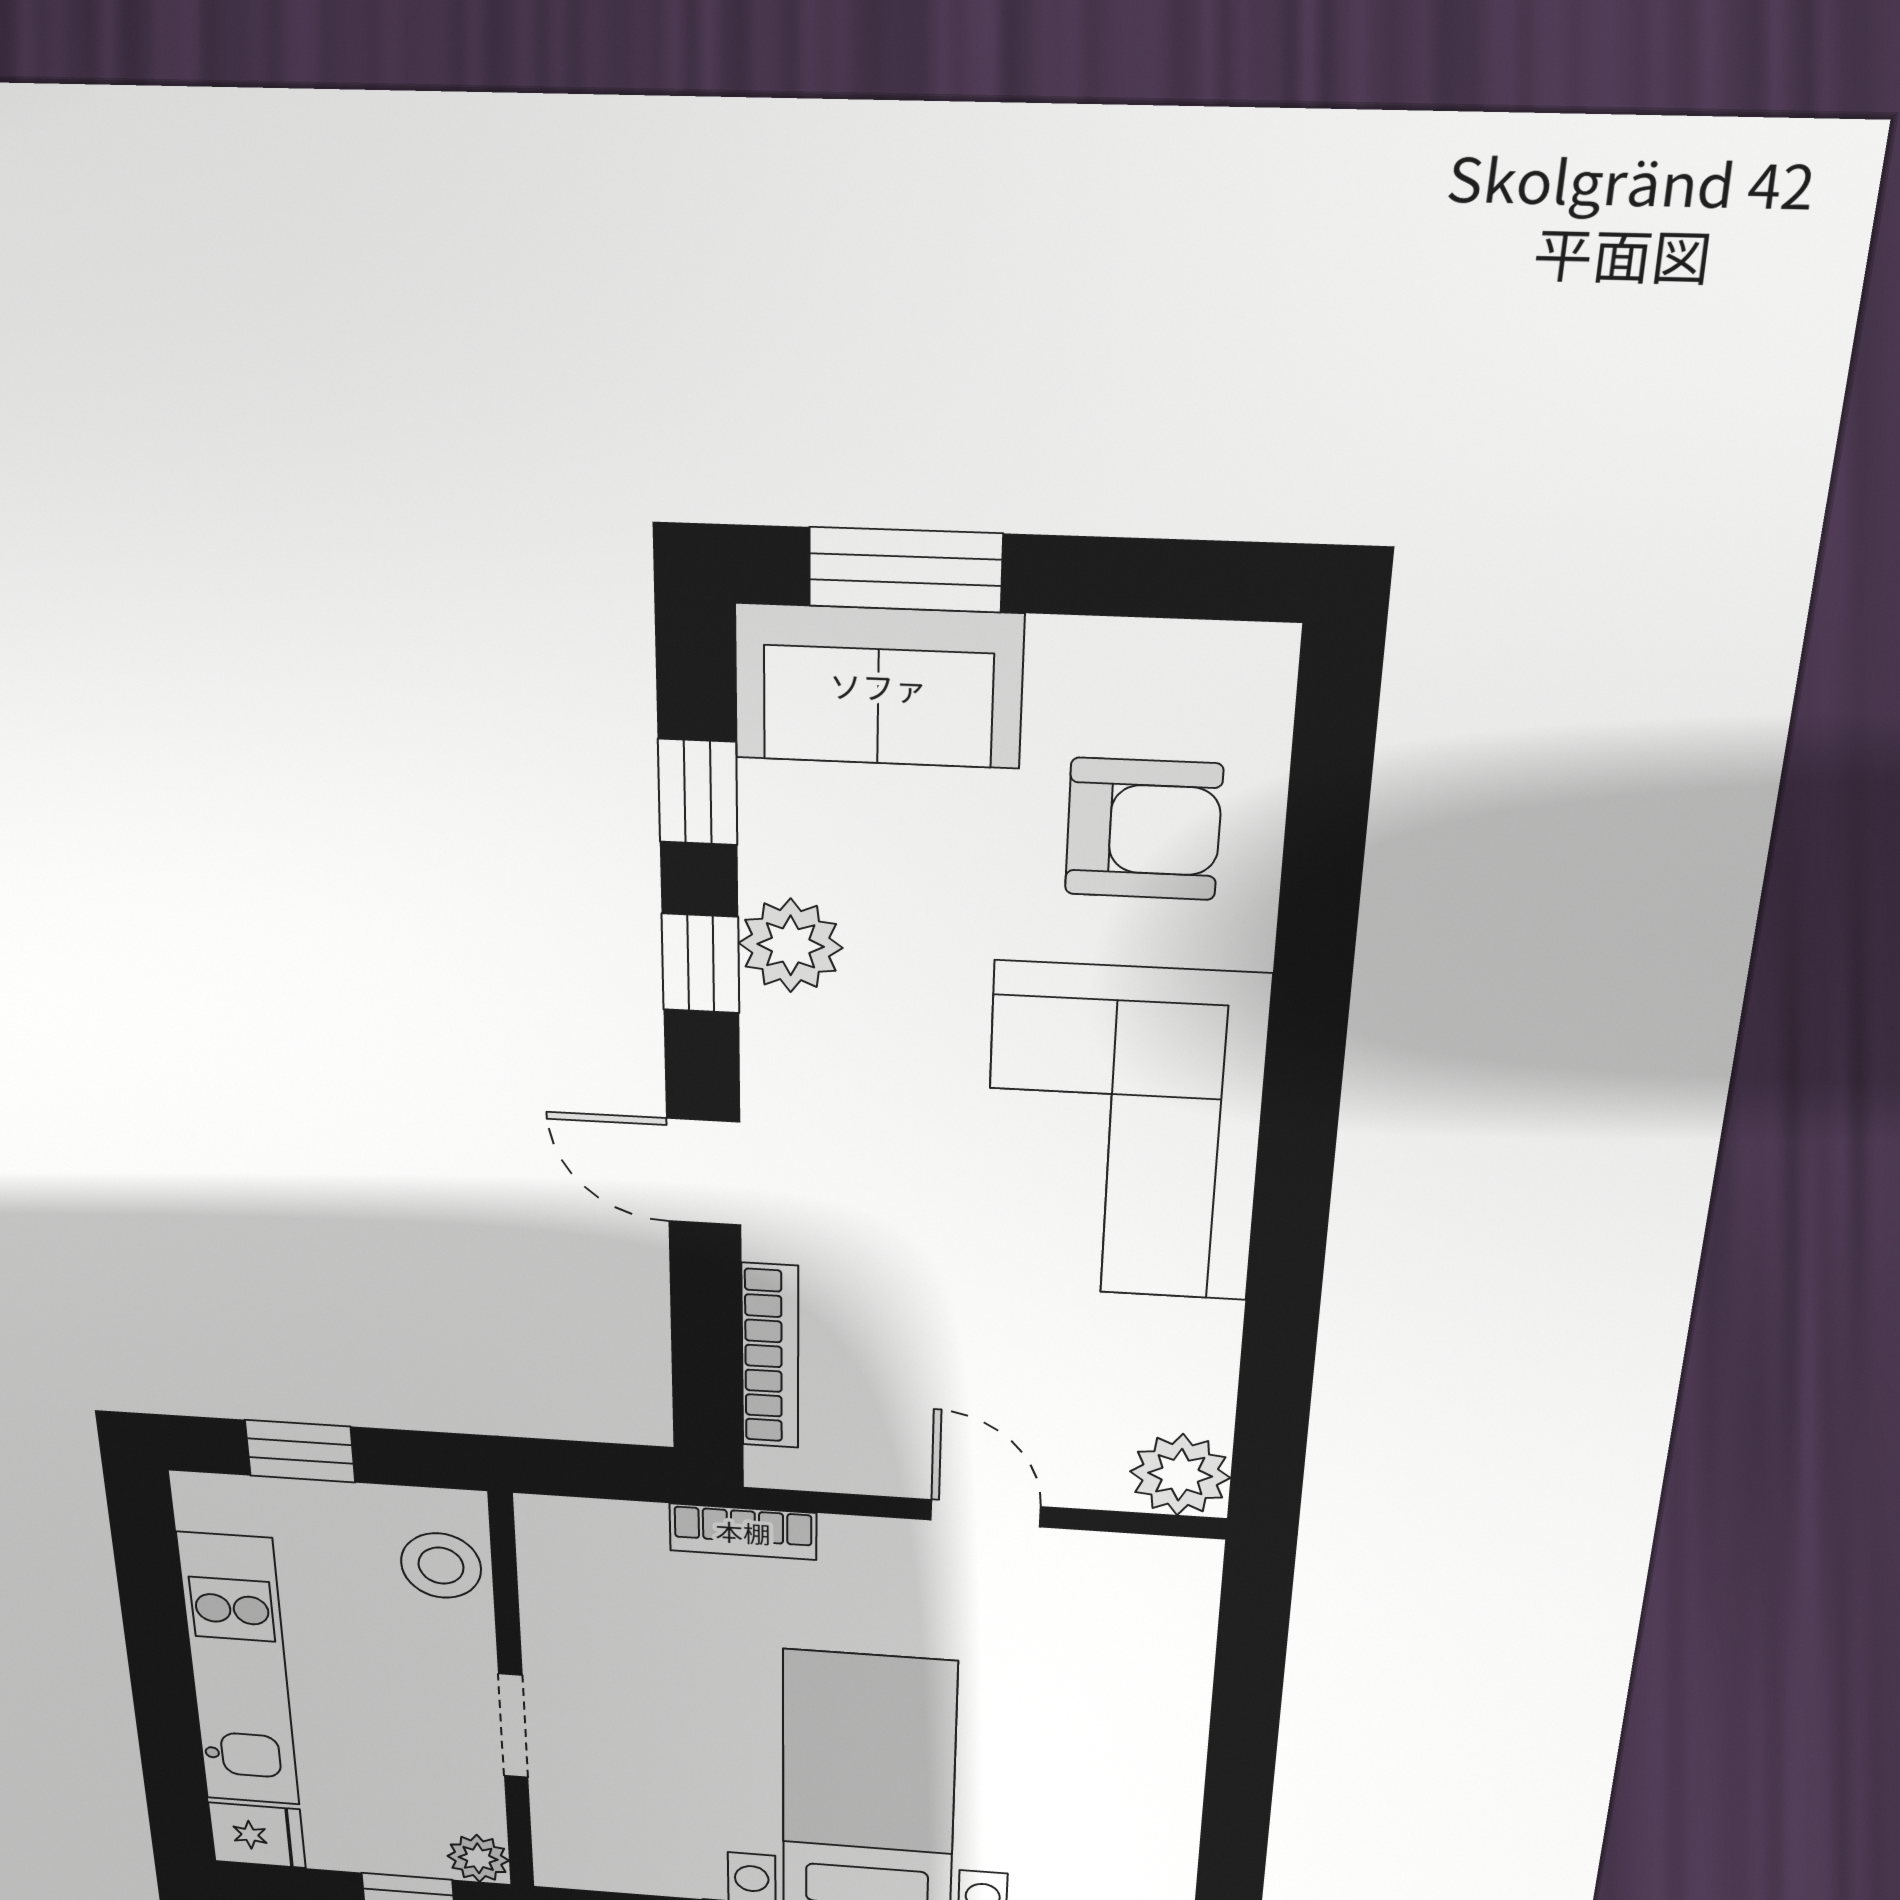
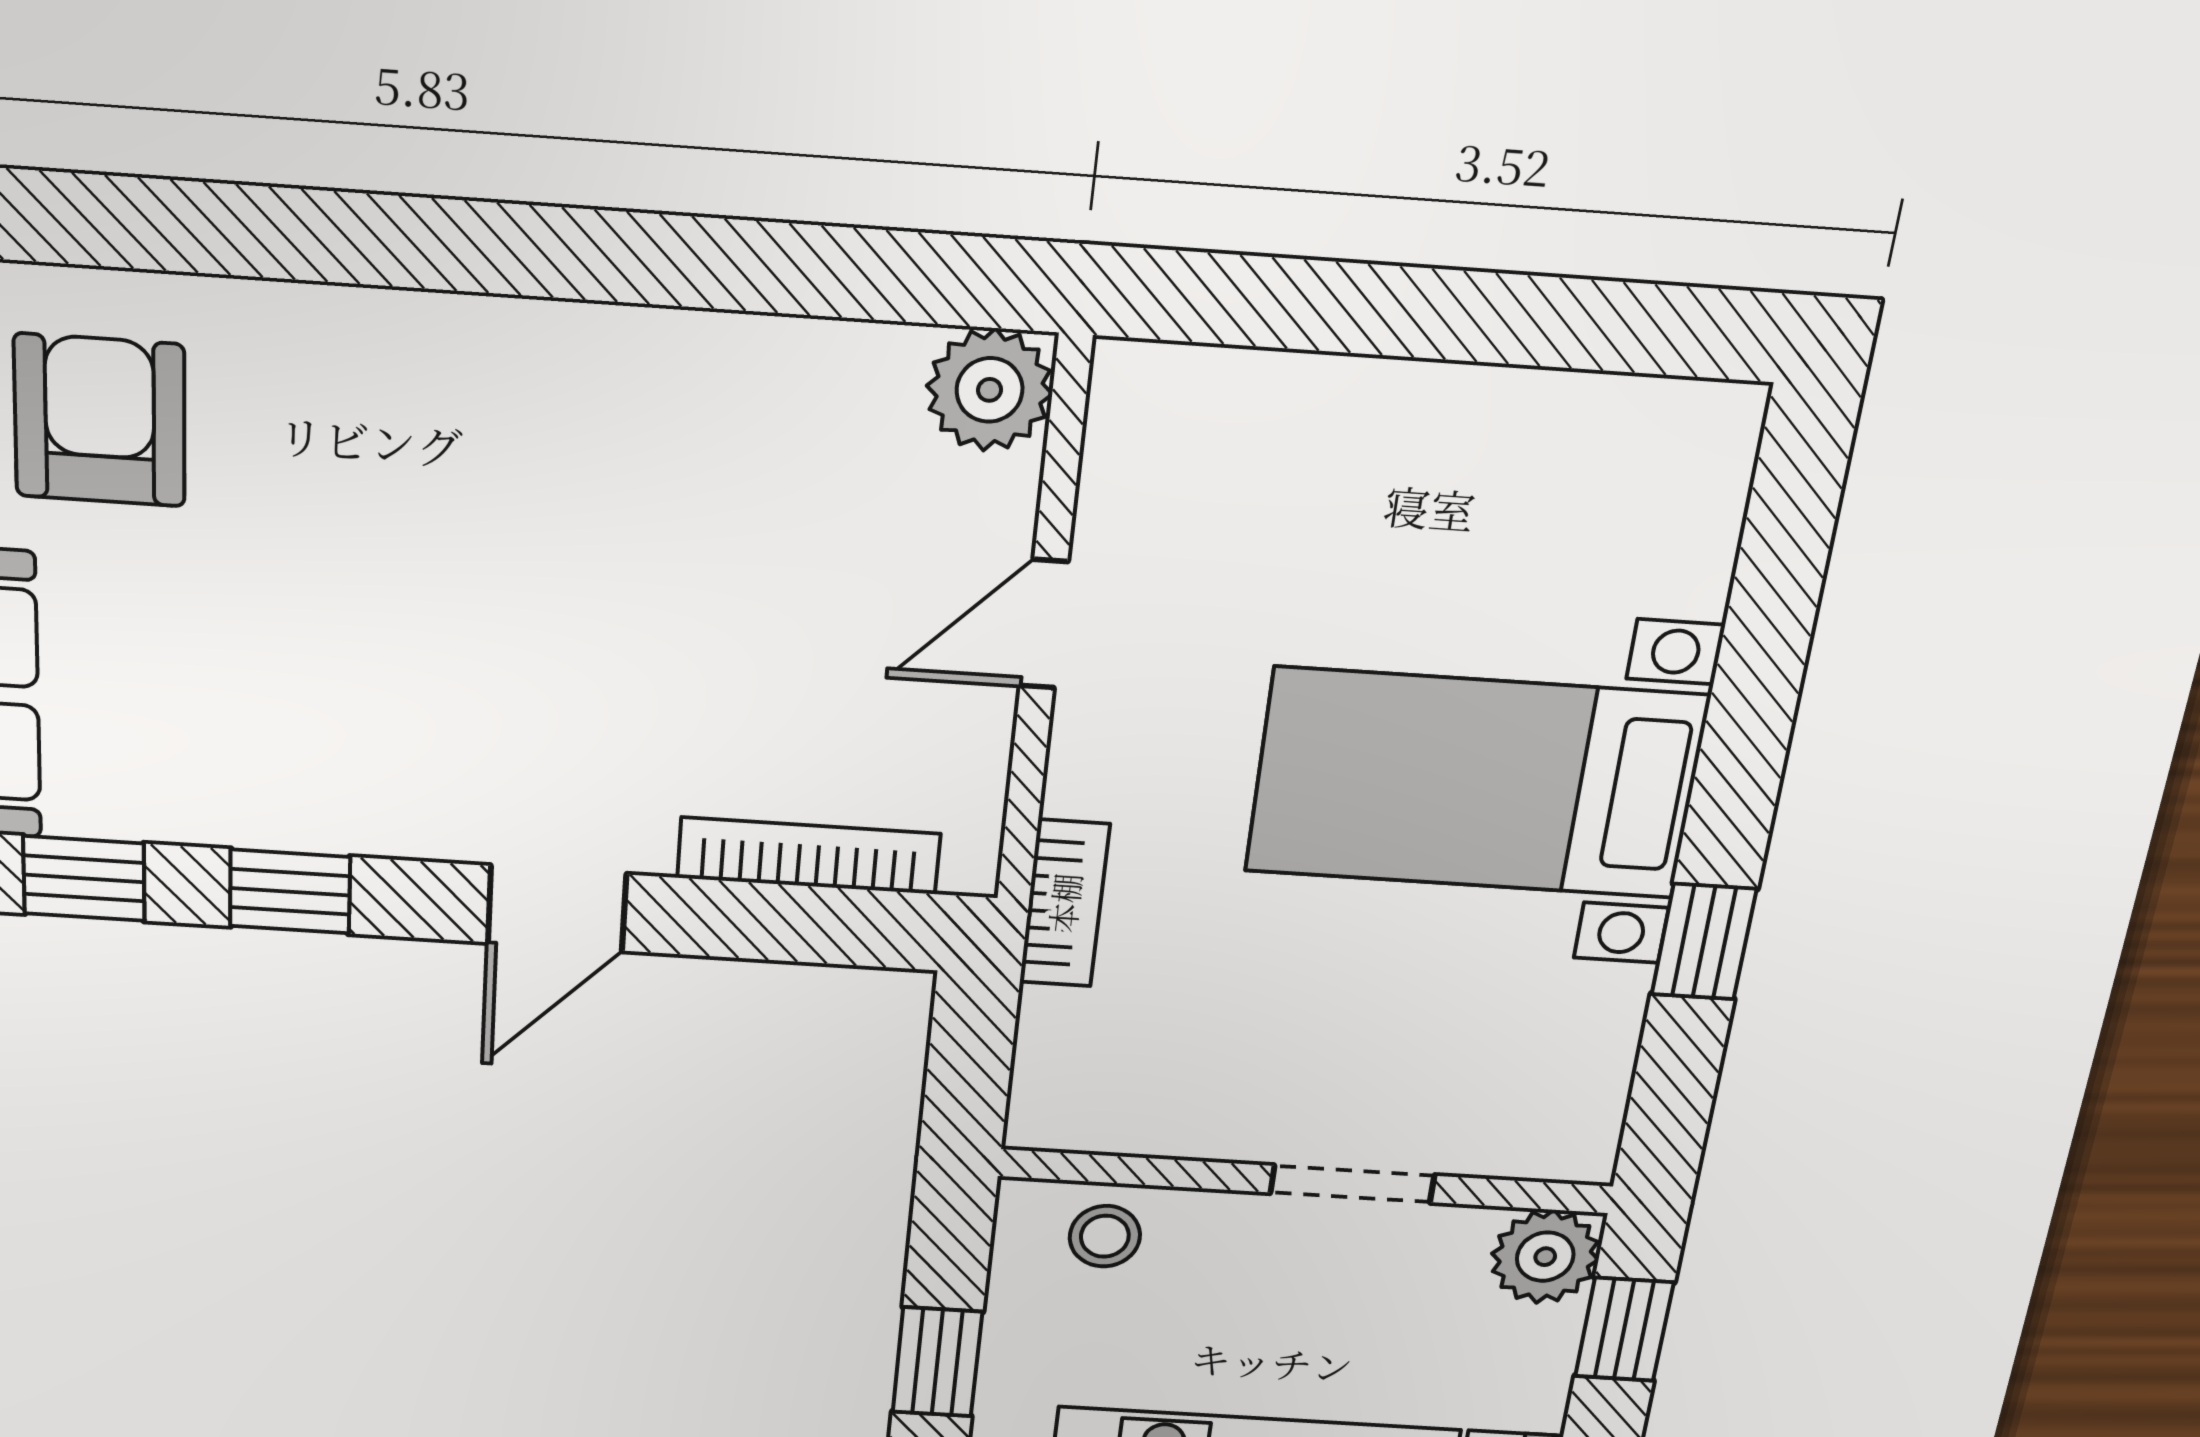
plant: (791, 945) -> (263, 798), removed
corner sofa: (1123, 1134) -> (495, 450), removed
stool: (441, 1566) -> (1105, 1236), width x0.73, depth x0.73
plant: (478, 1858) -> (1545, 1257), width x1.38, depth x1.38

